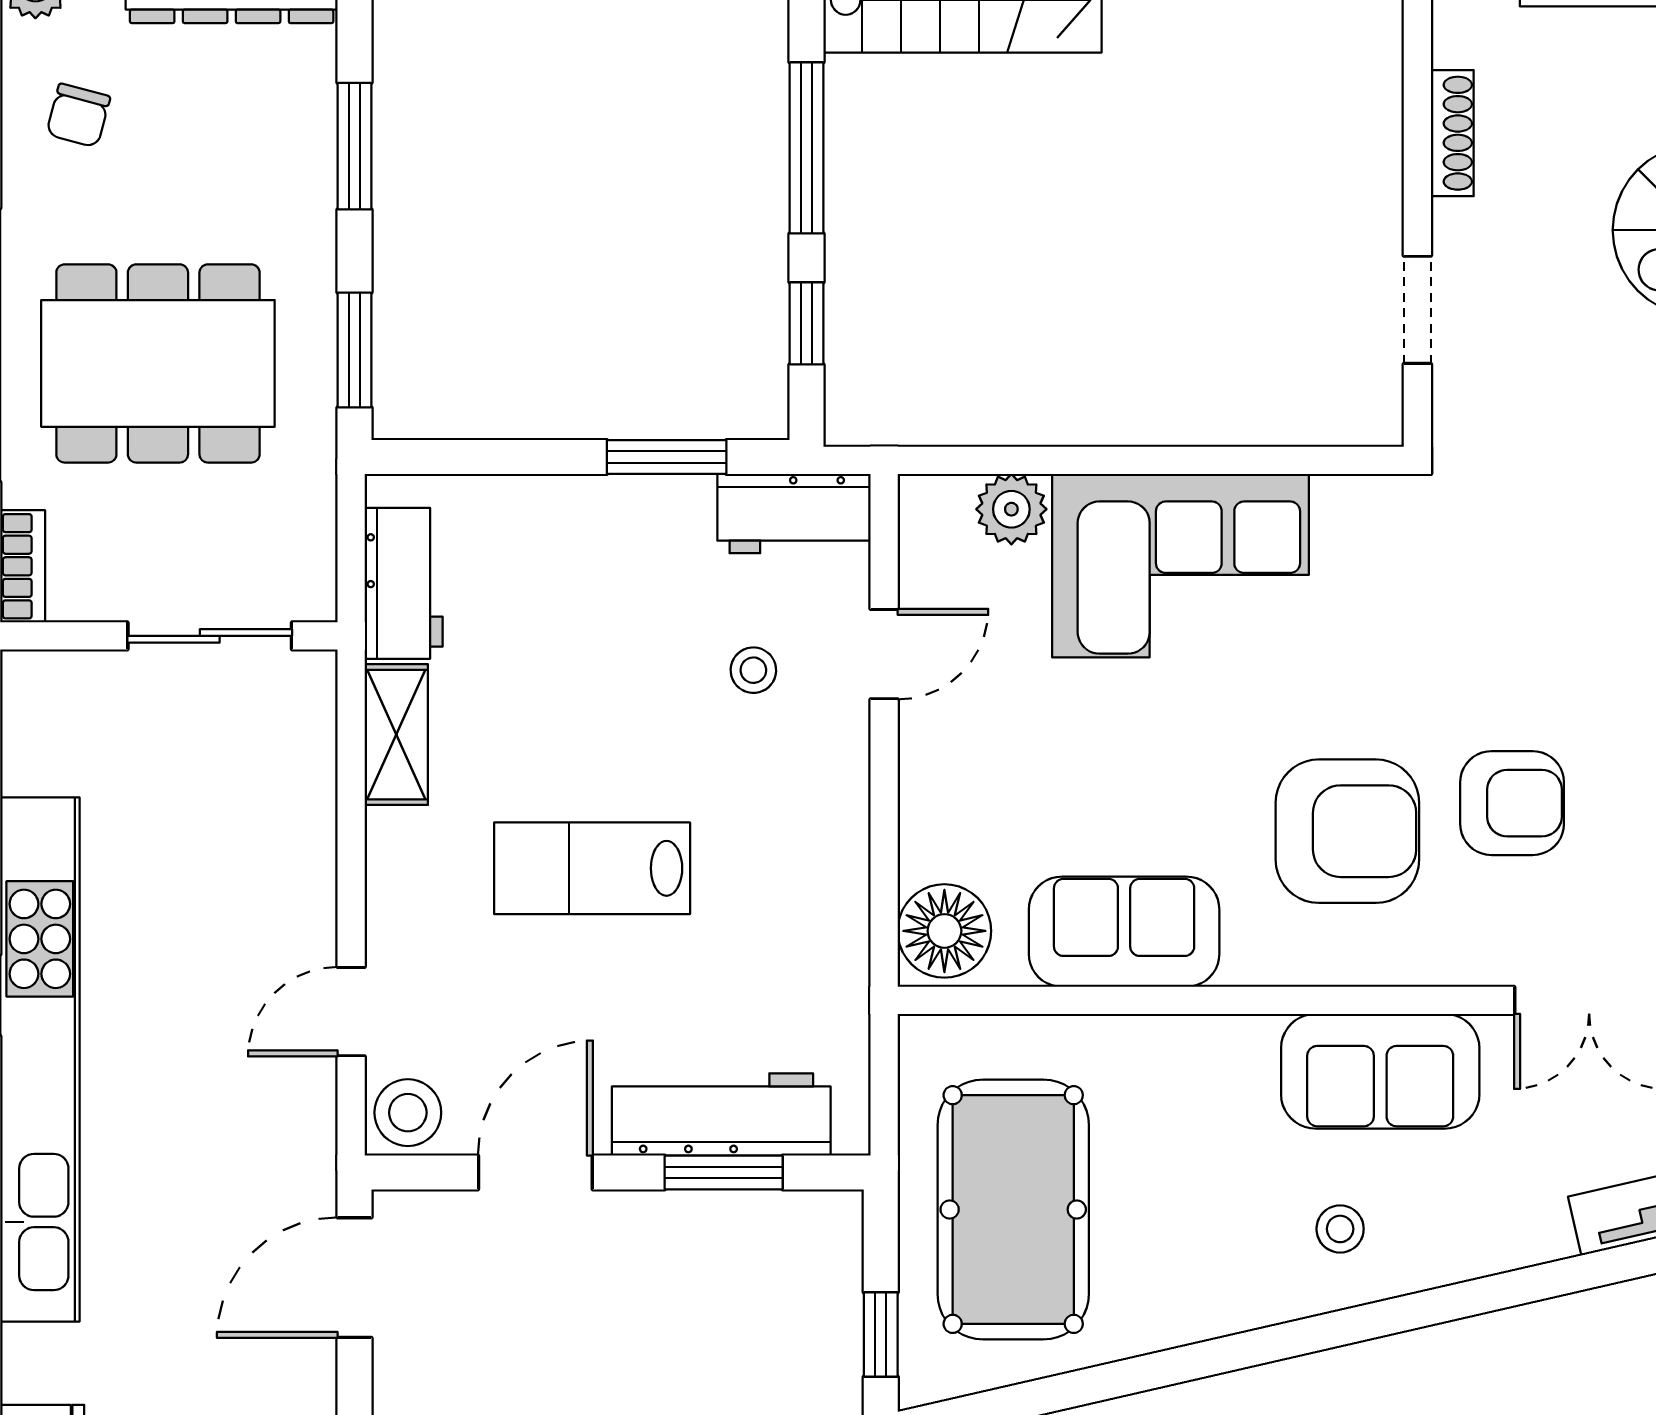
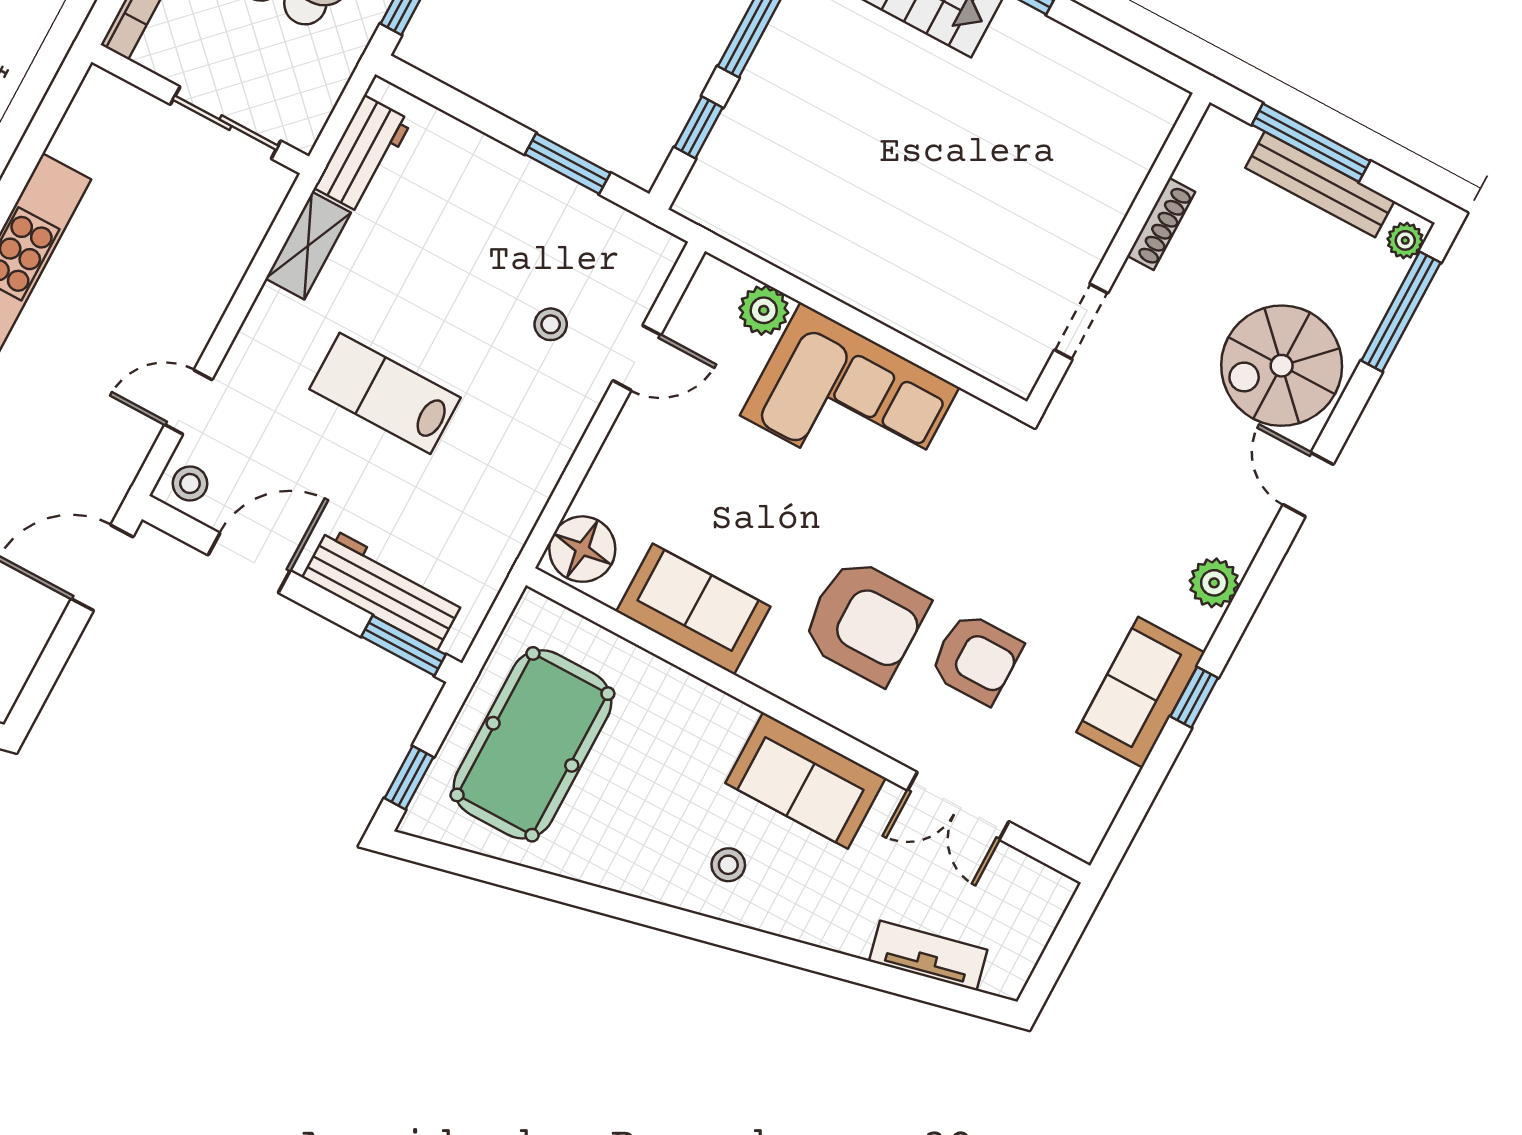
workbench: (794, 514) -> (628, 241), removed
stool: (408, 1113) -> (190, 483), width x0.73, depth x0.73
window: (724, 1172) -> (403, 646), moved

